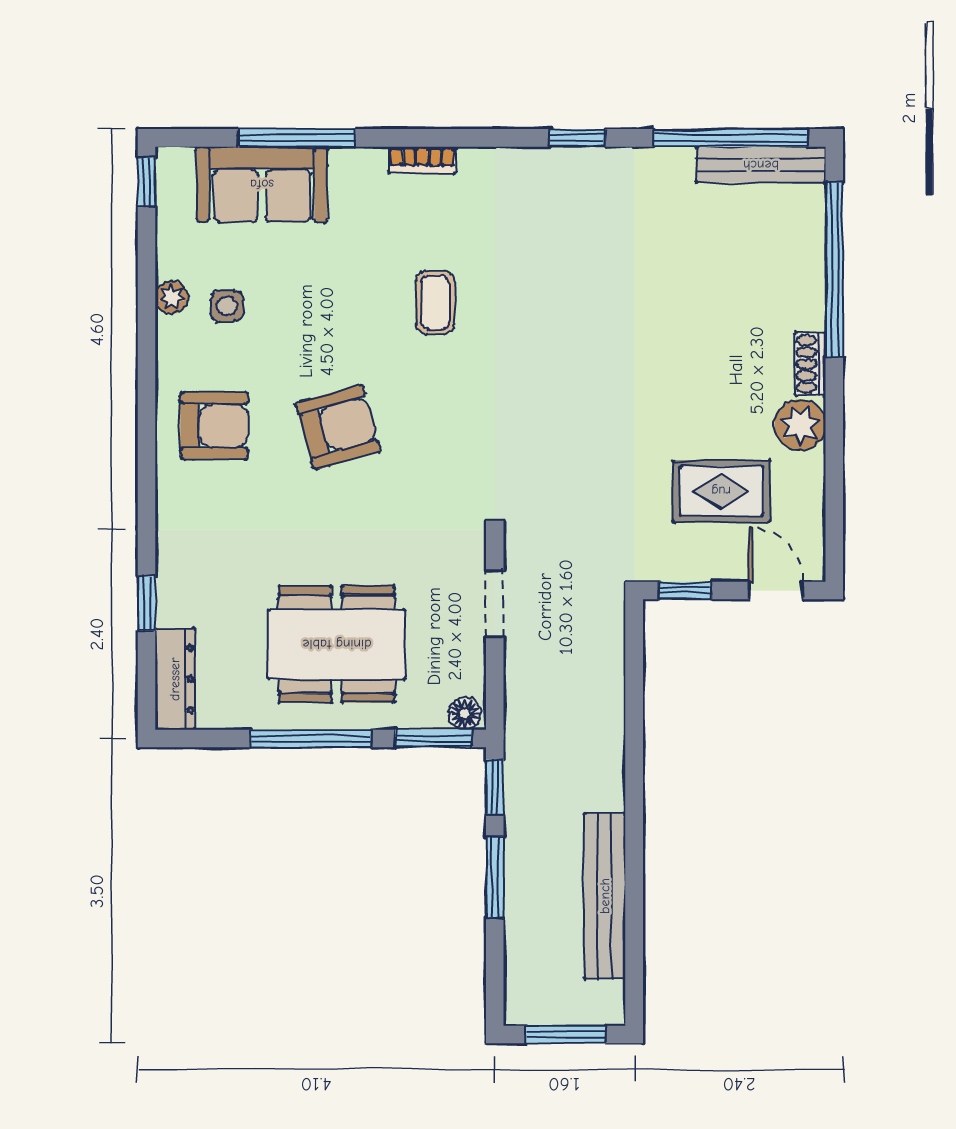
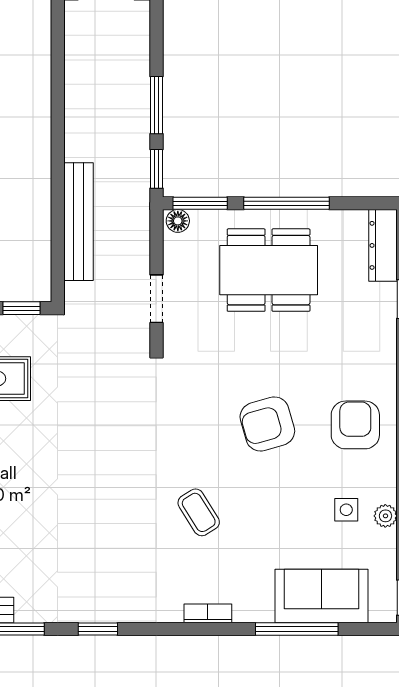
coffee table: (435, 302) -> (199, 512), turned -32
armchair: (214, 426) -> (355, 425), turned 90
bench: (605, 896) -> (79, 222), moved

